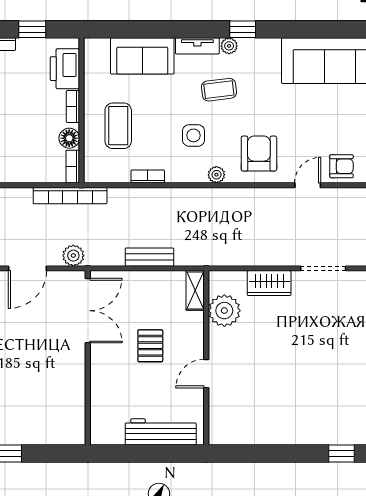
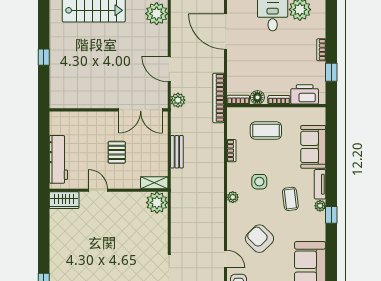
armchair: (259, 154) -> (259, 239), moved, turned -135
wardrobe: (269, 283) -> (64, 200), moved, turned -90
plant: (224, 311) -> (157, 203), moved
pallet: (150, 346) -> (117, 152), turned 90

